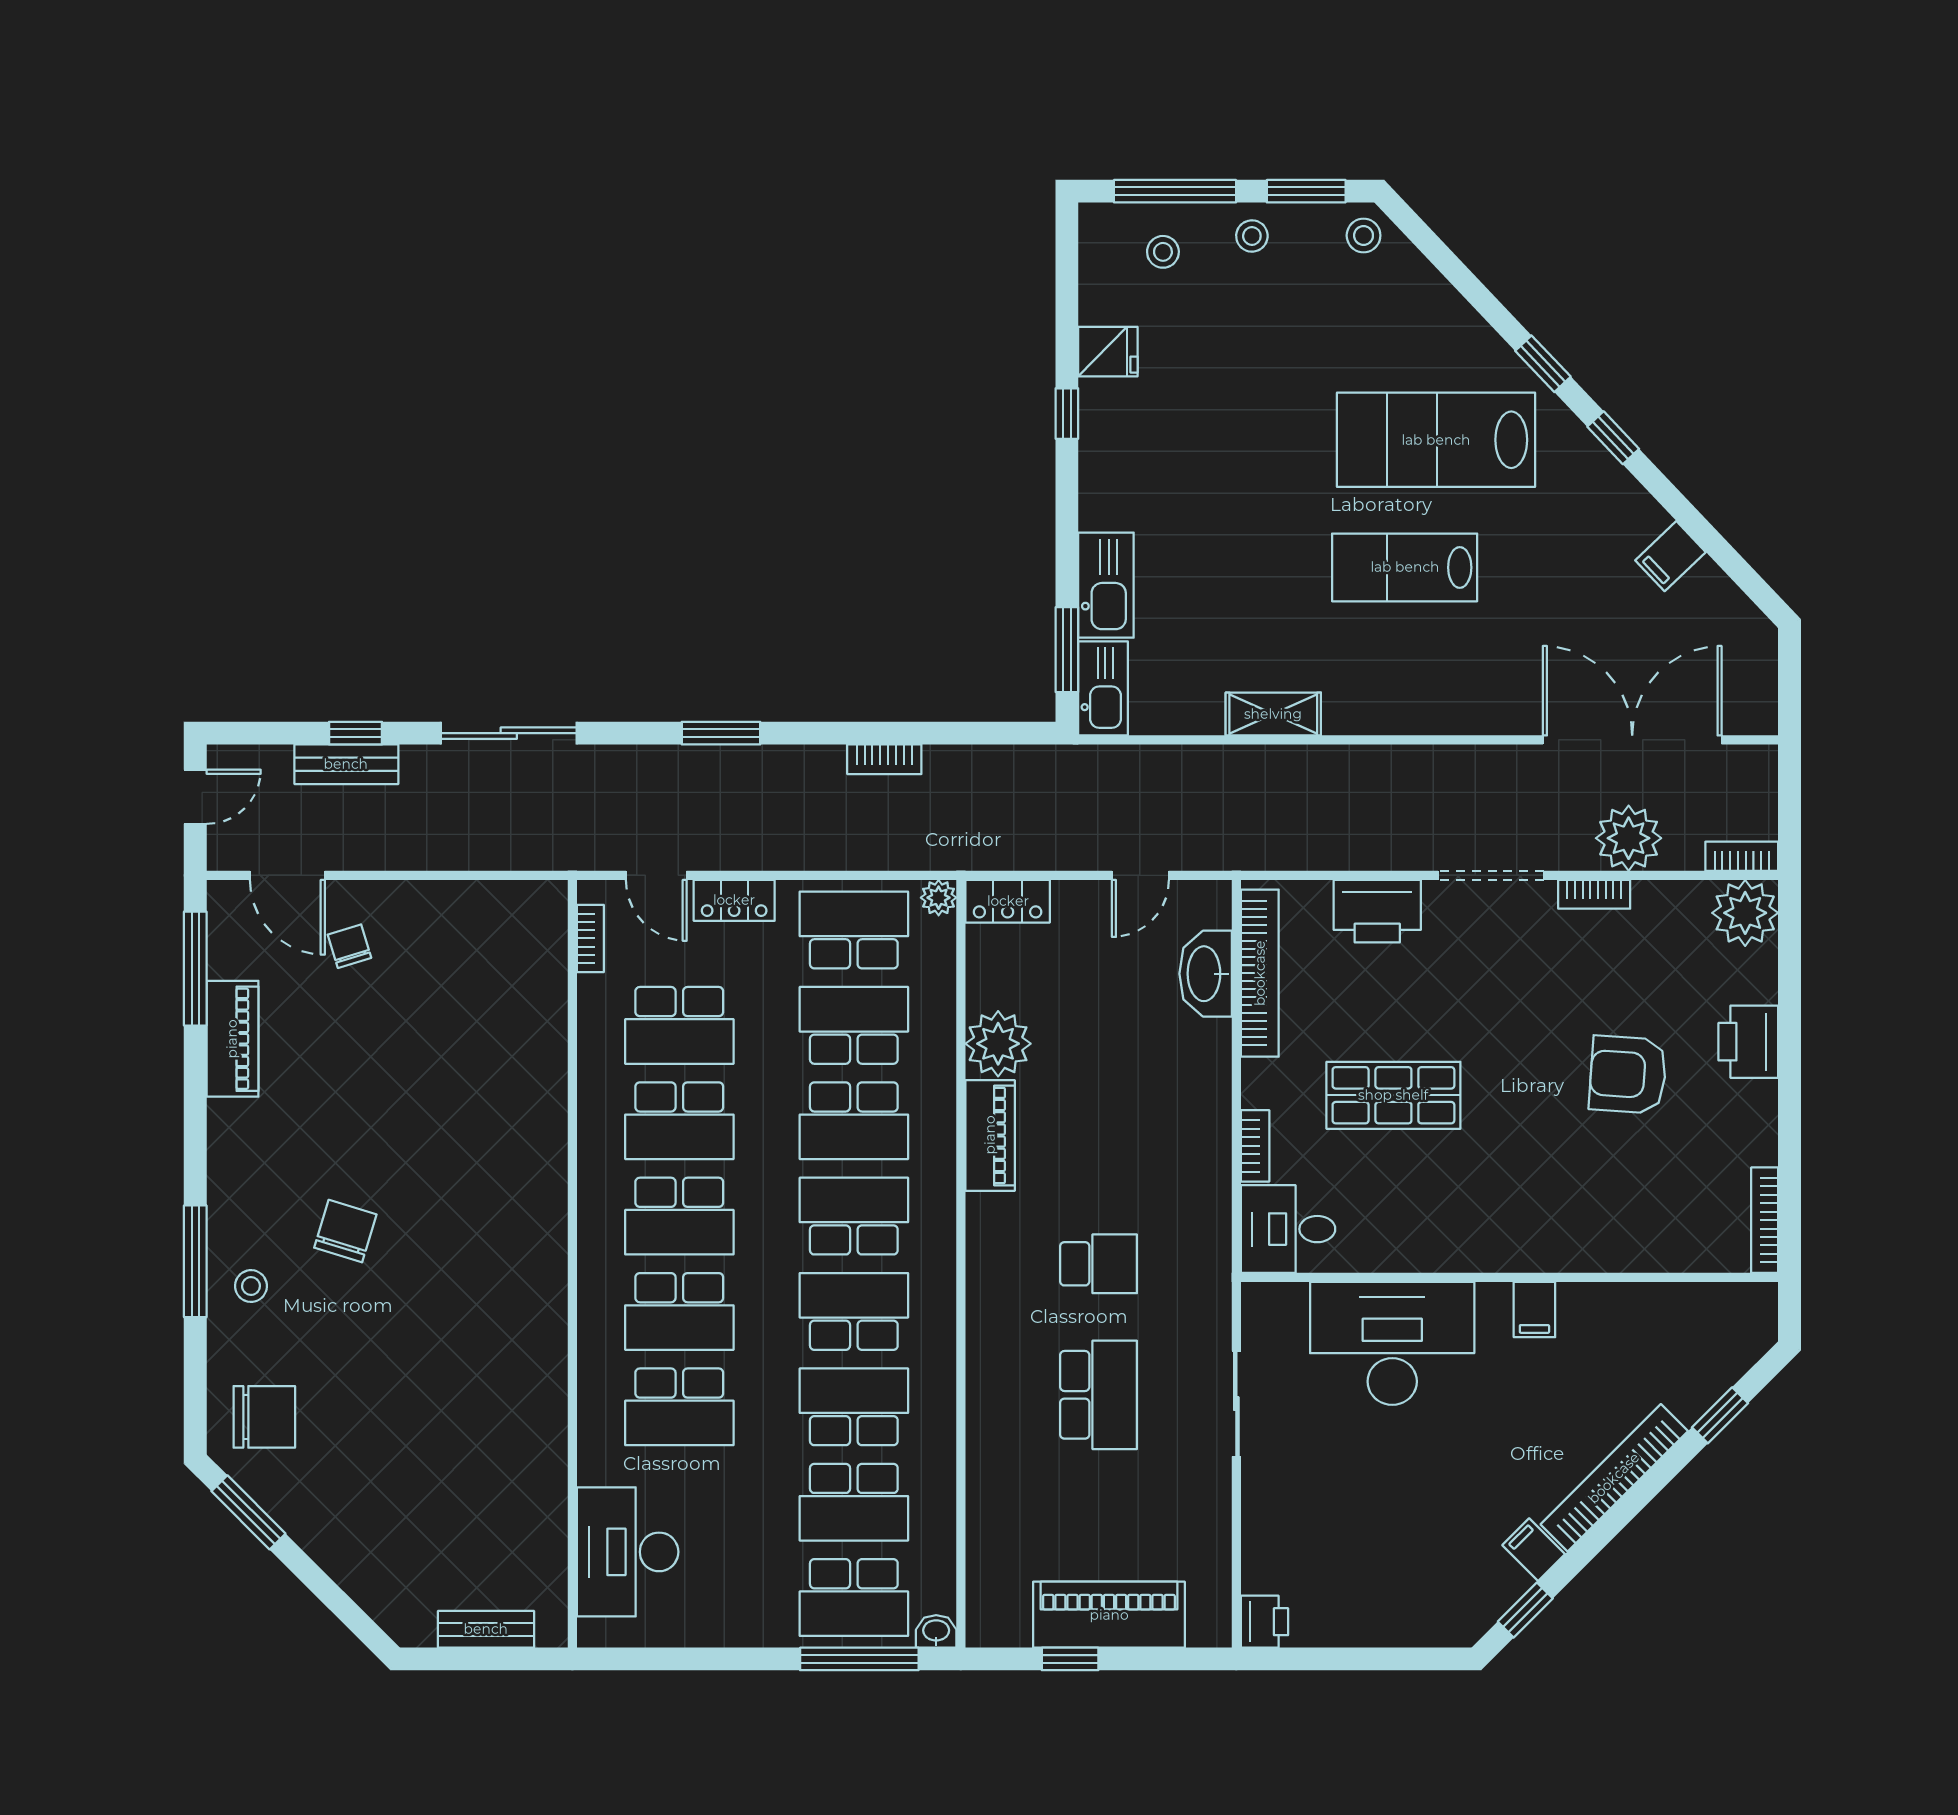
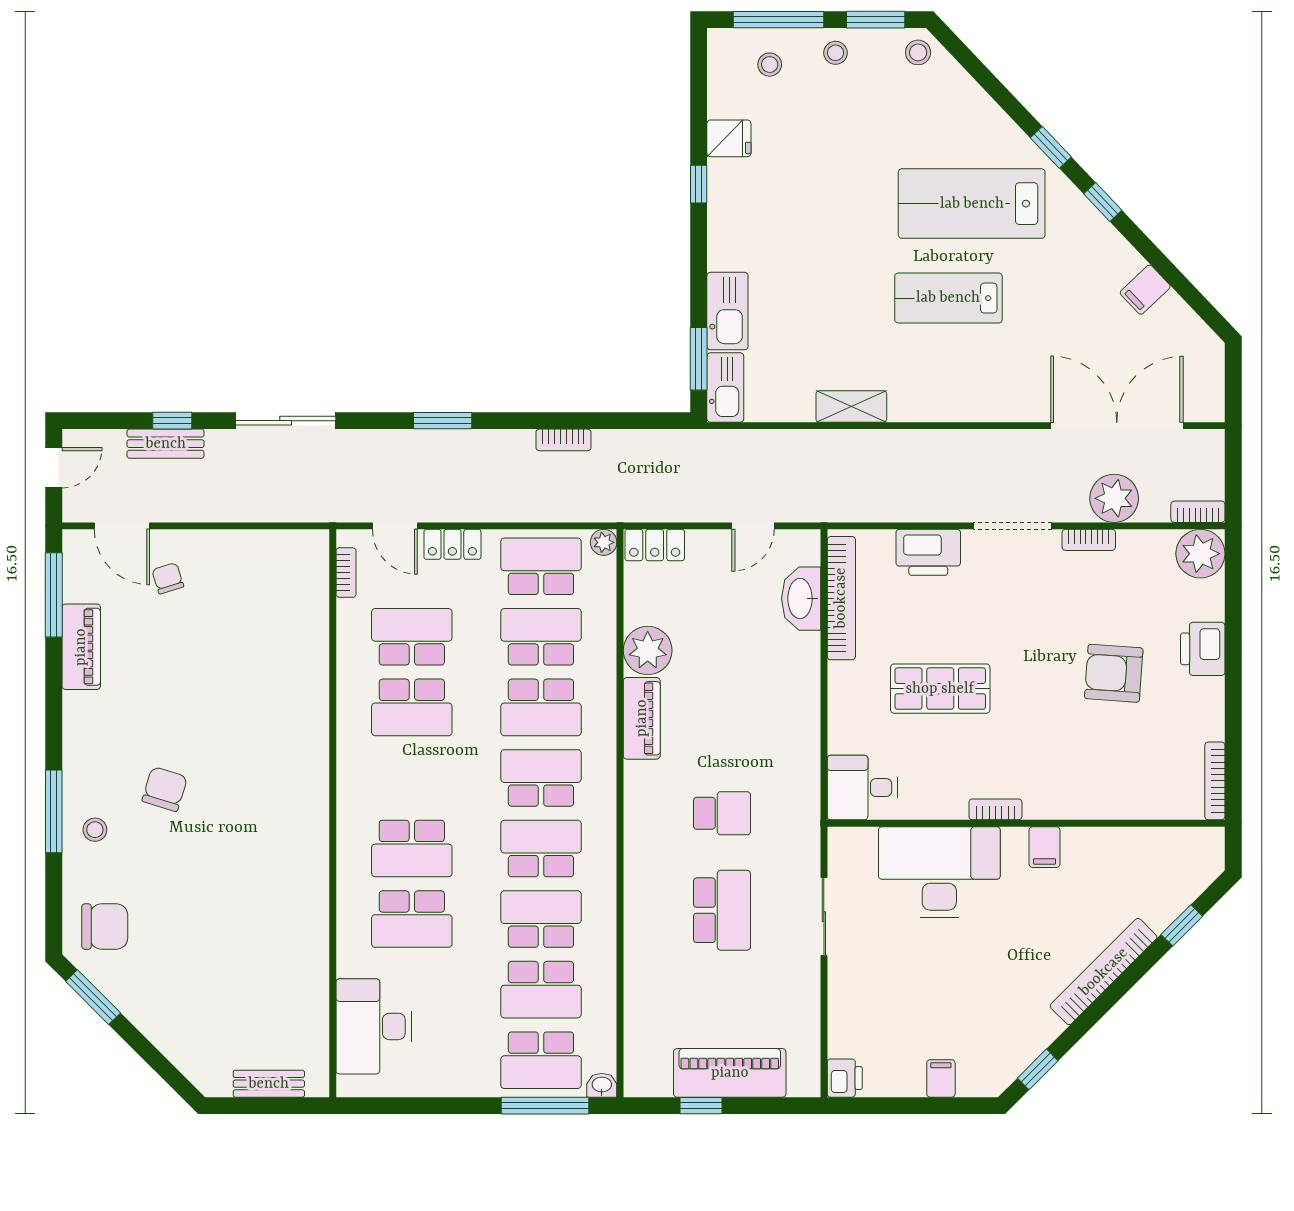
school desk: (679, 1025) -> (412, 637), turned 180
bookcase: (1255, 1146) -> (995, 809), moved, turned -90
school desk: (679, 1216) -> (412, 778), removed
filing cabinet: (1534, 1550) -> (941, 1078), moved, turned 45

